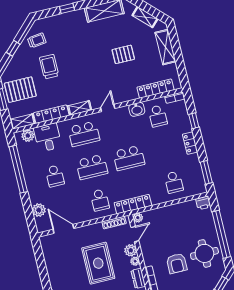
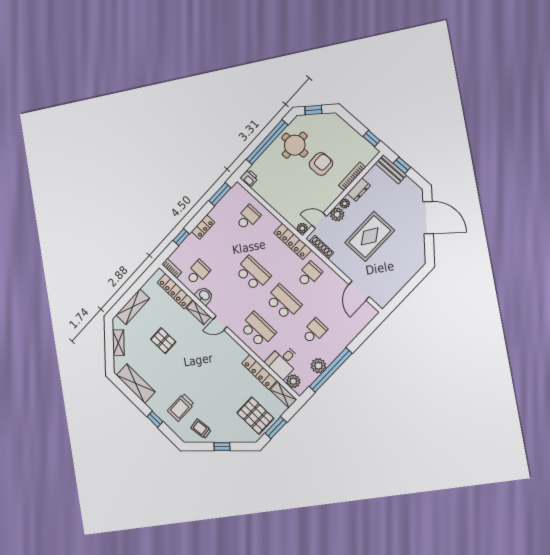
trolley: (49, 67) -> (181, 407), moved
shelving: (80, 108) -> (199, 313), moved
plant: (39, 210) -> (318, 366), moved

